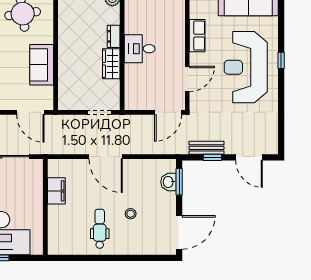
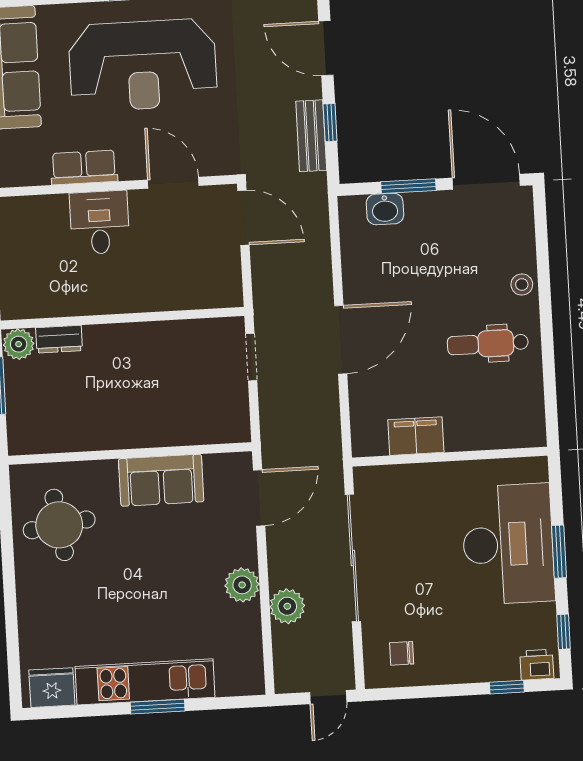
dresser: (114, 36) -> (59, 339), moved
desk: (140, 49) -> (100, 223), moved, turned 180
wardrobe: (111, 64) -> (151, 339), removed
door: (249, 157) -> (326, 48), swing flipped
window: (179, 182) -> (408, 186), moved
stool: (131, 214) -> (522, 284), moved

